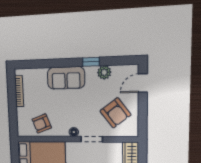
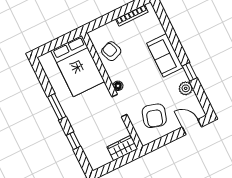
armchair: (115, 113) -> (154, 116), turned -36

